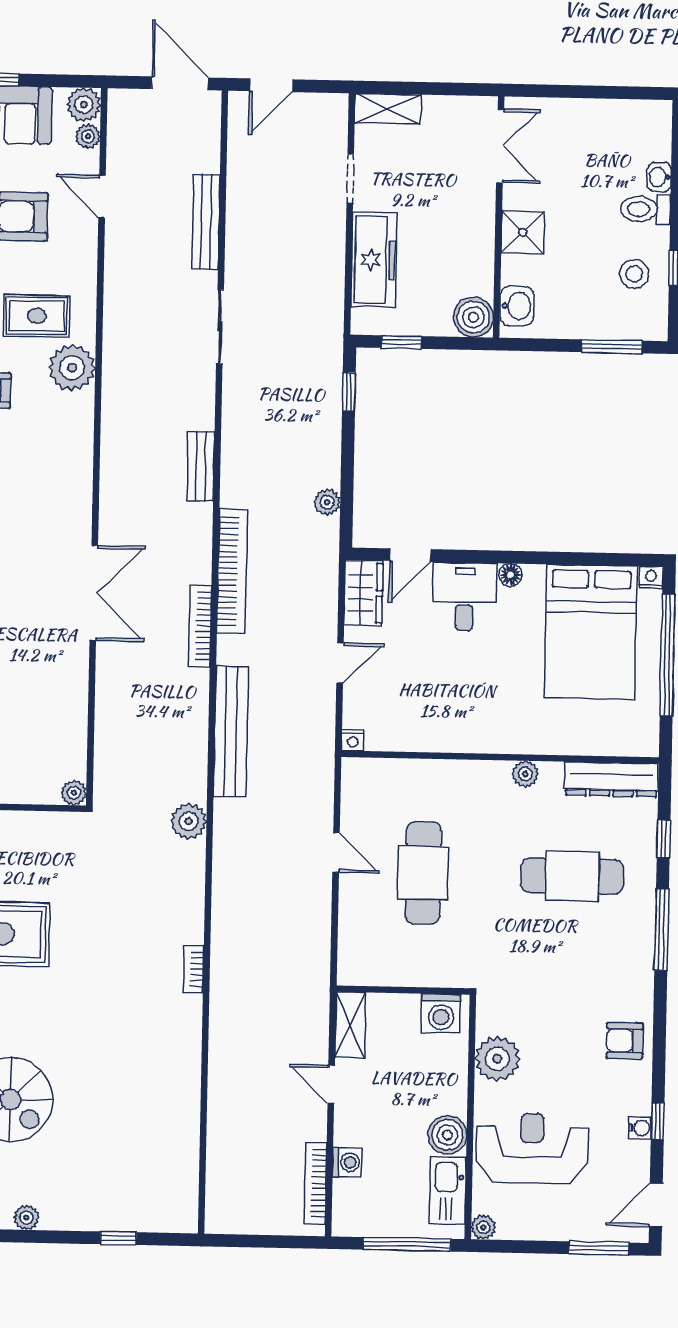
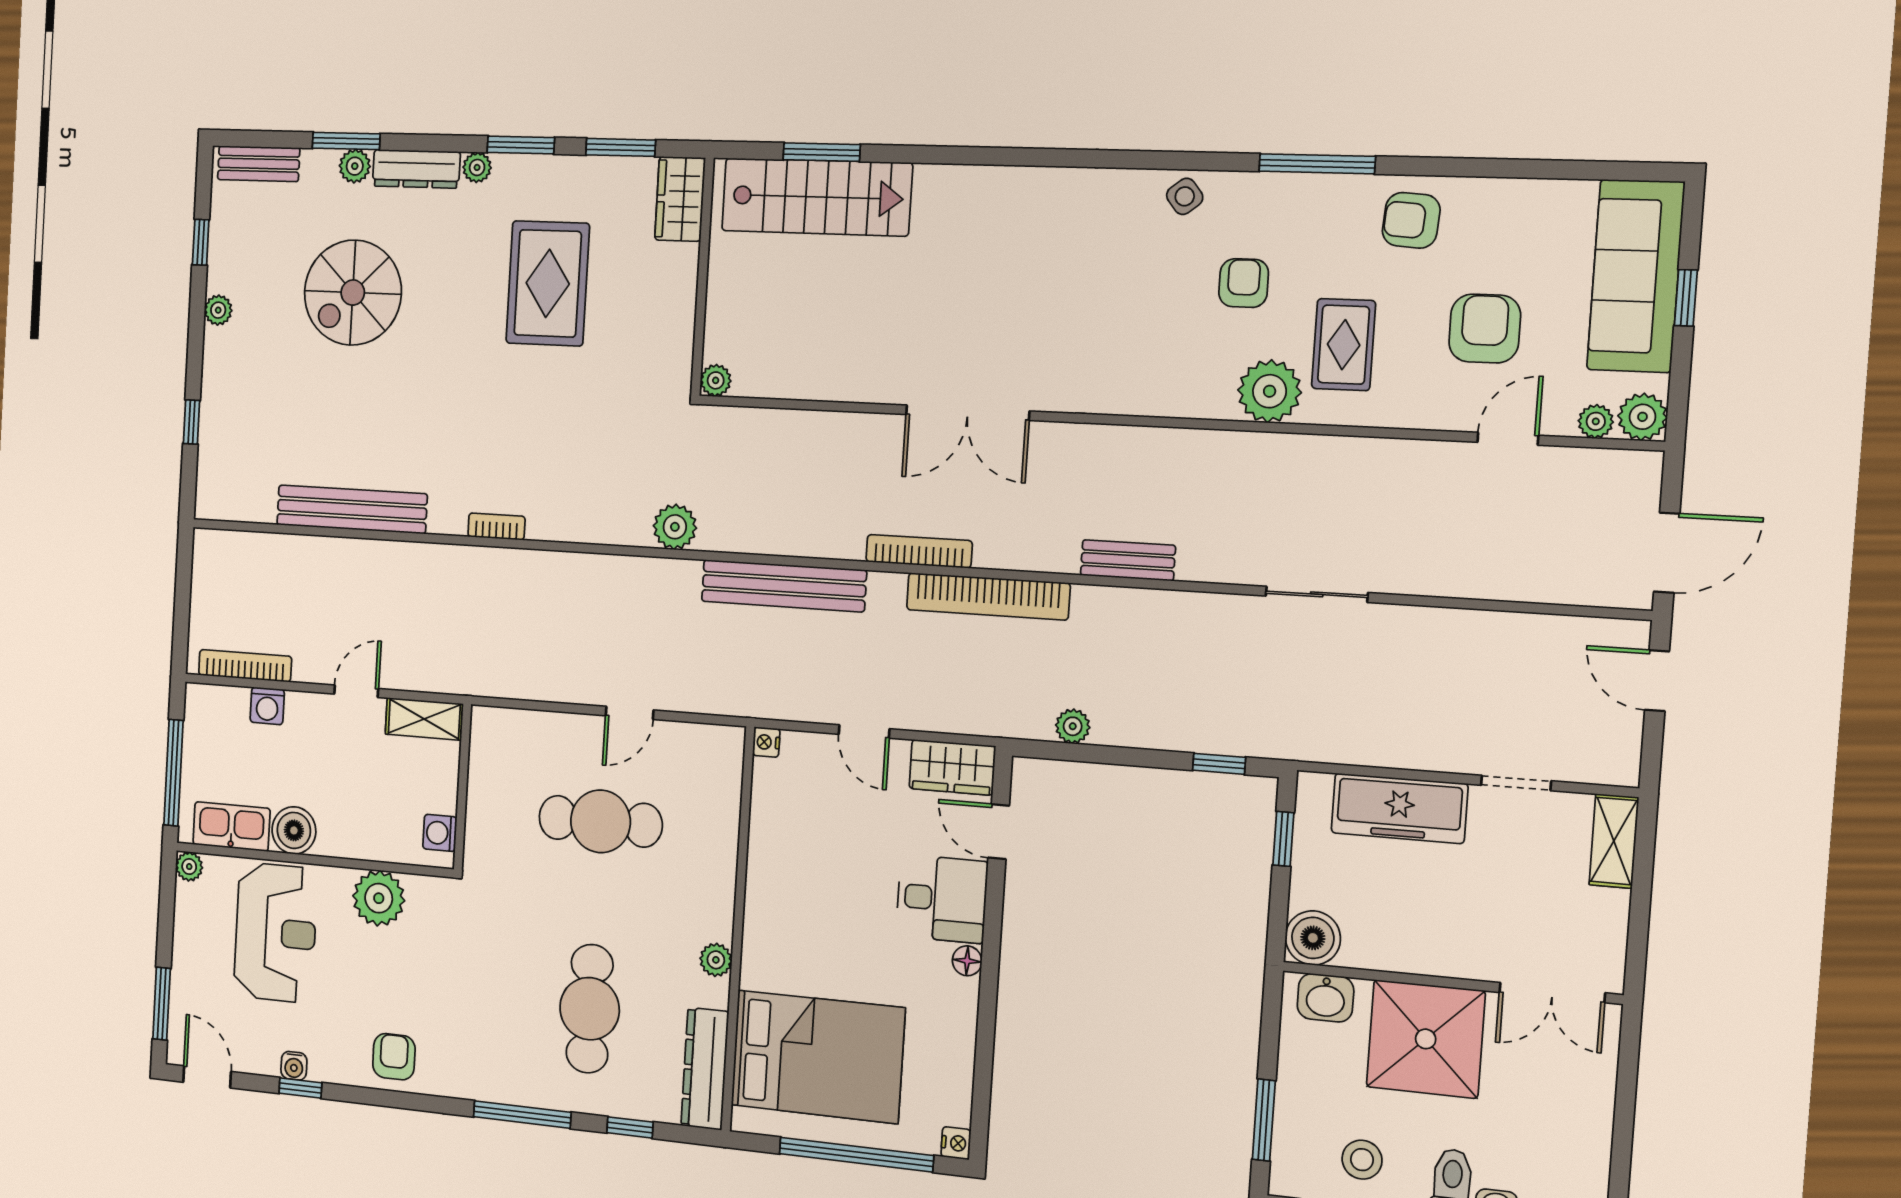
bench: (206, 222) -> (352, 509), moved, width x1.37, depth x1.21
shower: (523, 232) -> (1426, 1039), width x1.86, depth x1.86
bed: (591, 632) -> (818, 1057), moved, turned 180
washing machine: (441, 1013) -> (440, 833), width x0.73, depth x0.73

